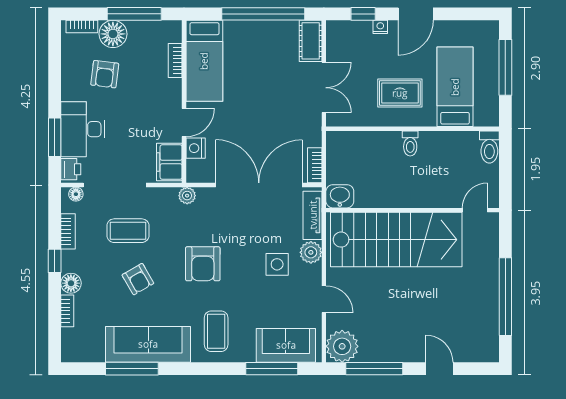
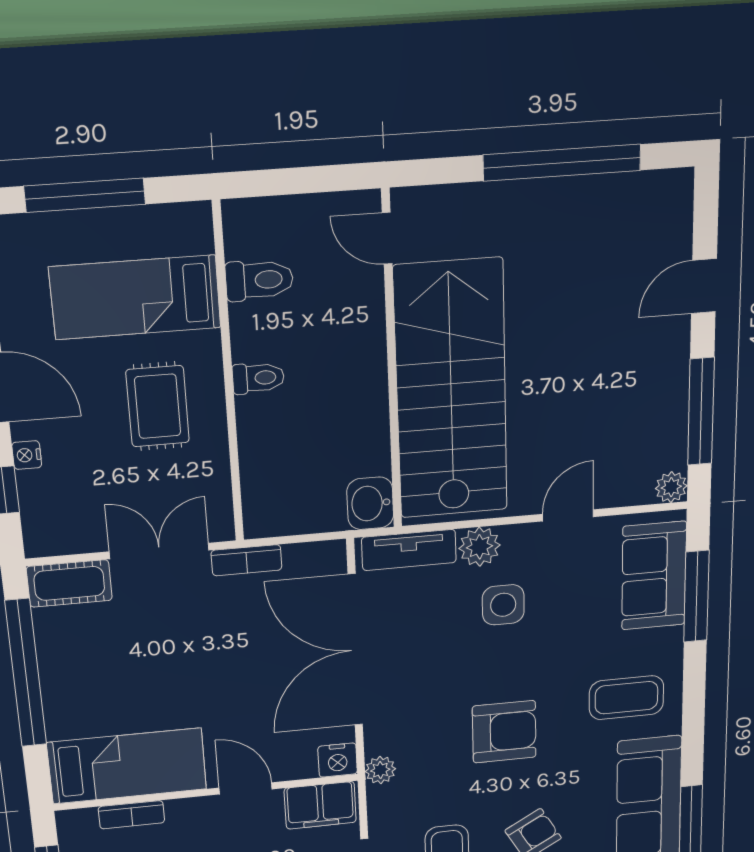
toilet: (489, 147) -> (259, 280), moved
nightstand: (196, 148) -> (338, 760), moved
bookcase: (315, 165) -> (246, 560), moved
plant: (342, 346) -> (671, 487), width x0.53, depth x0.53

